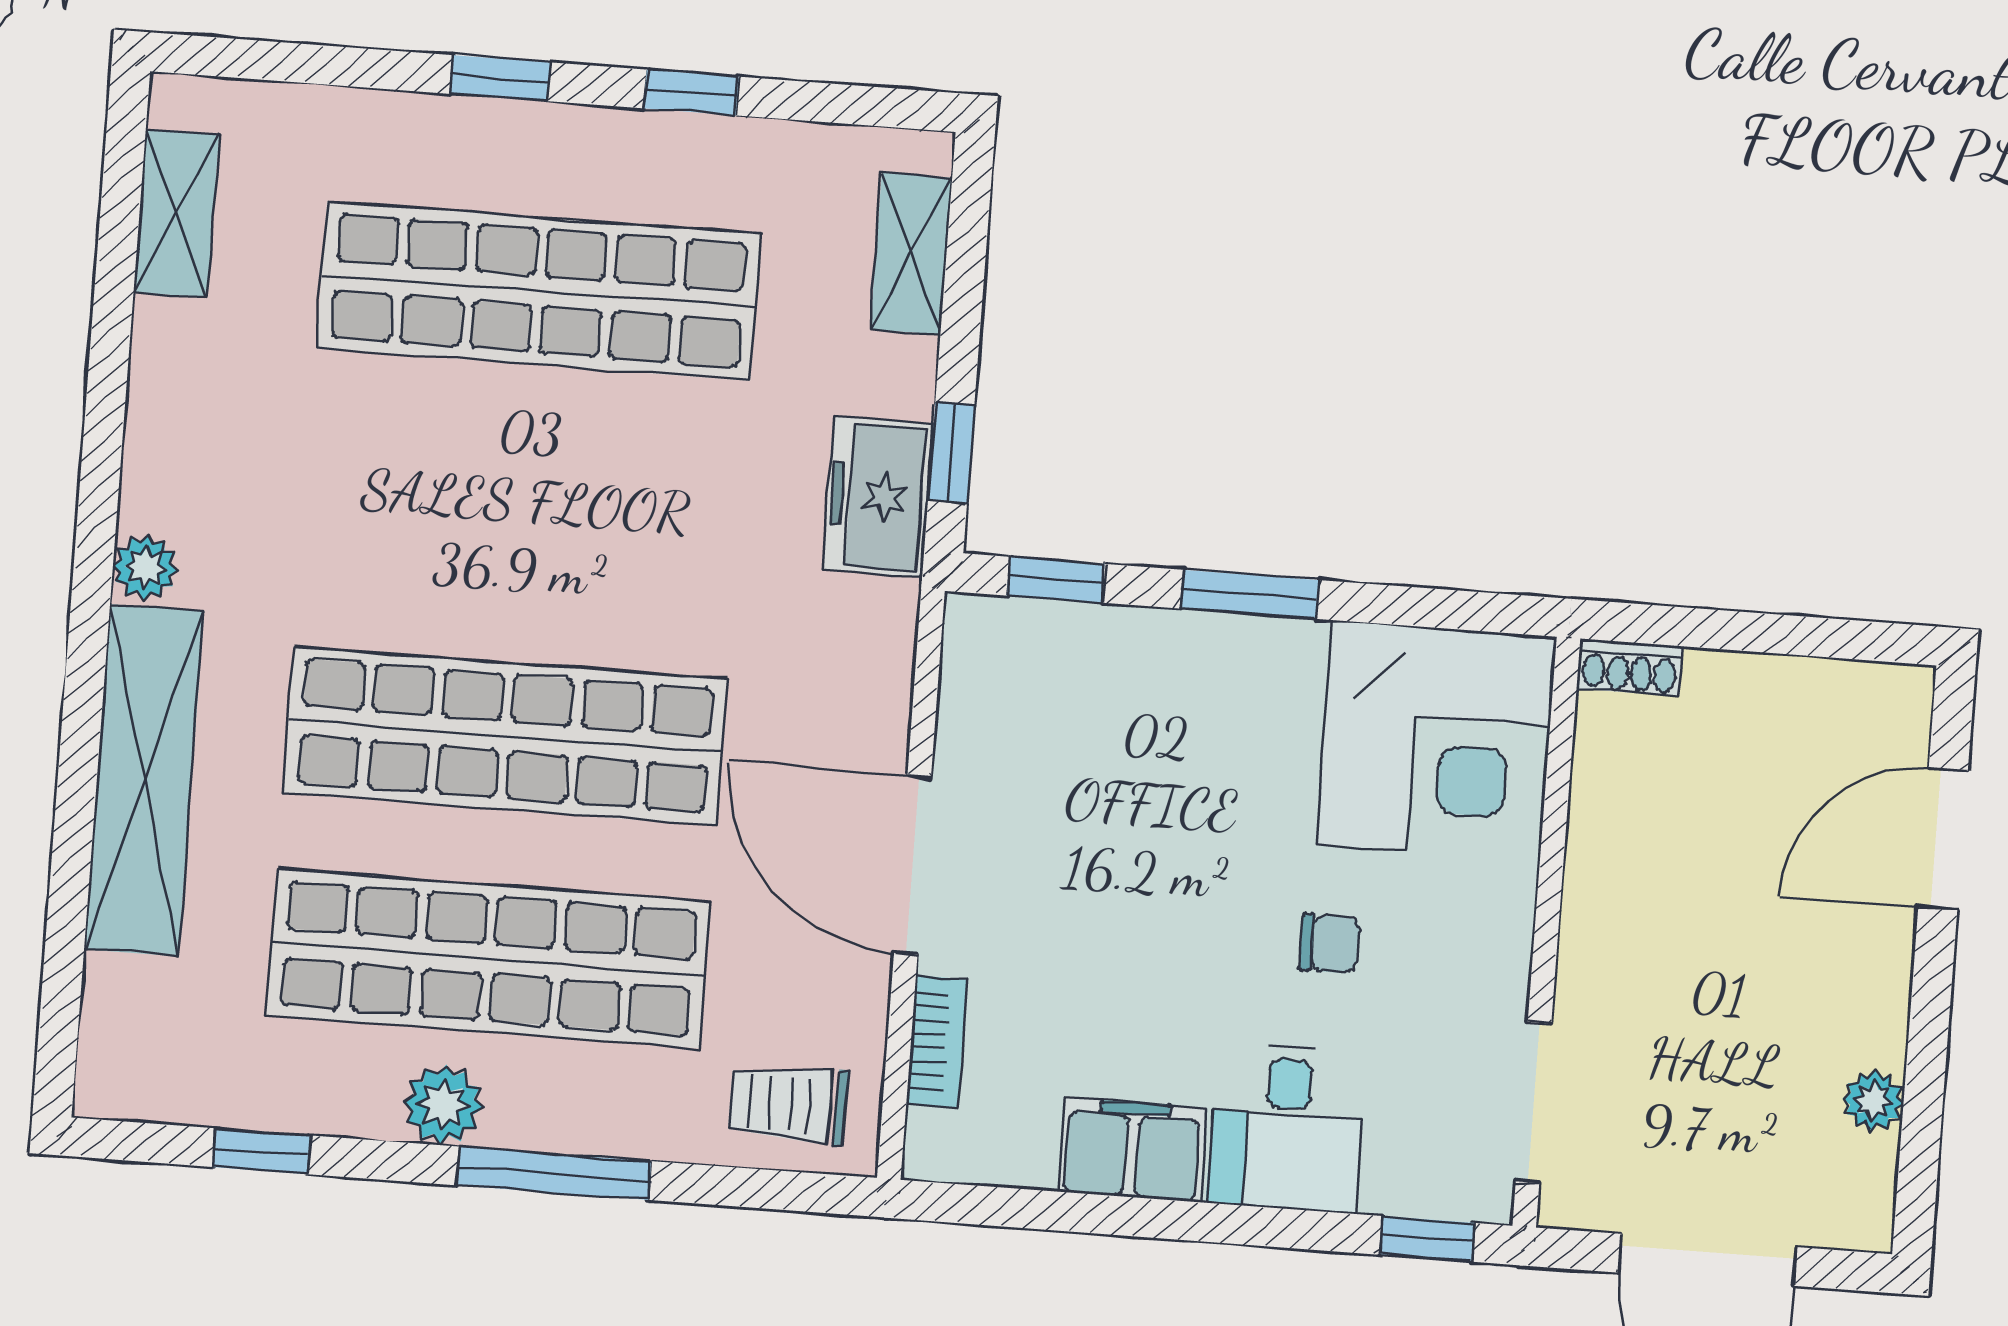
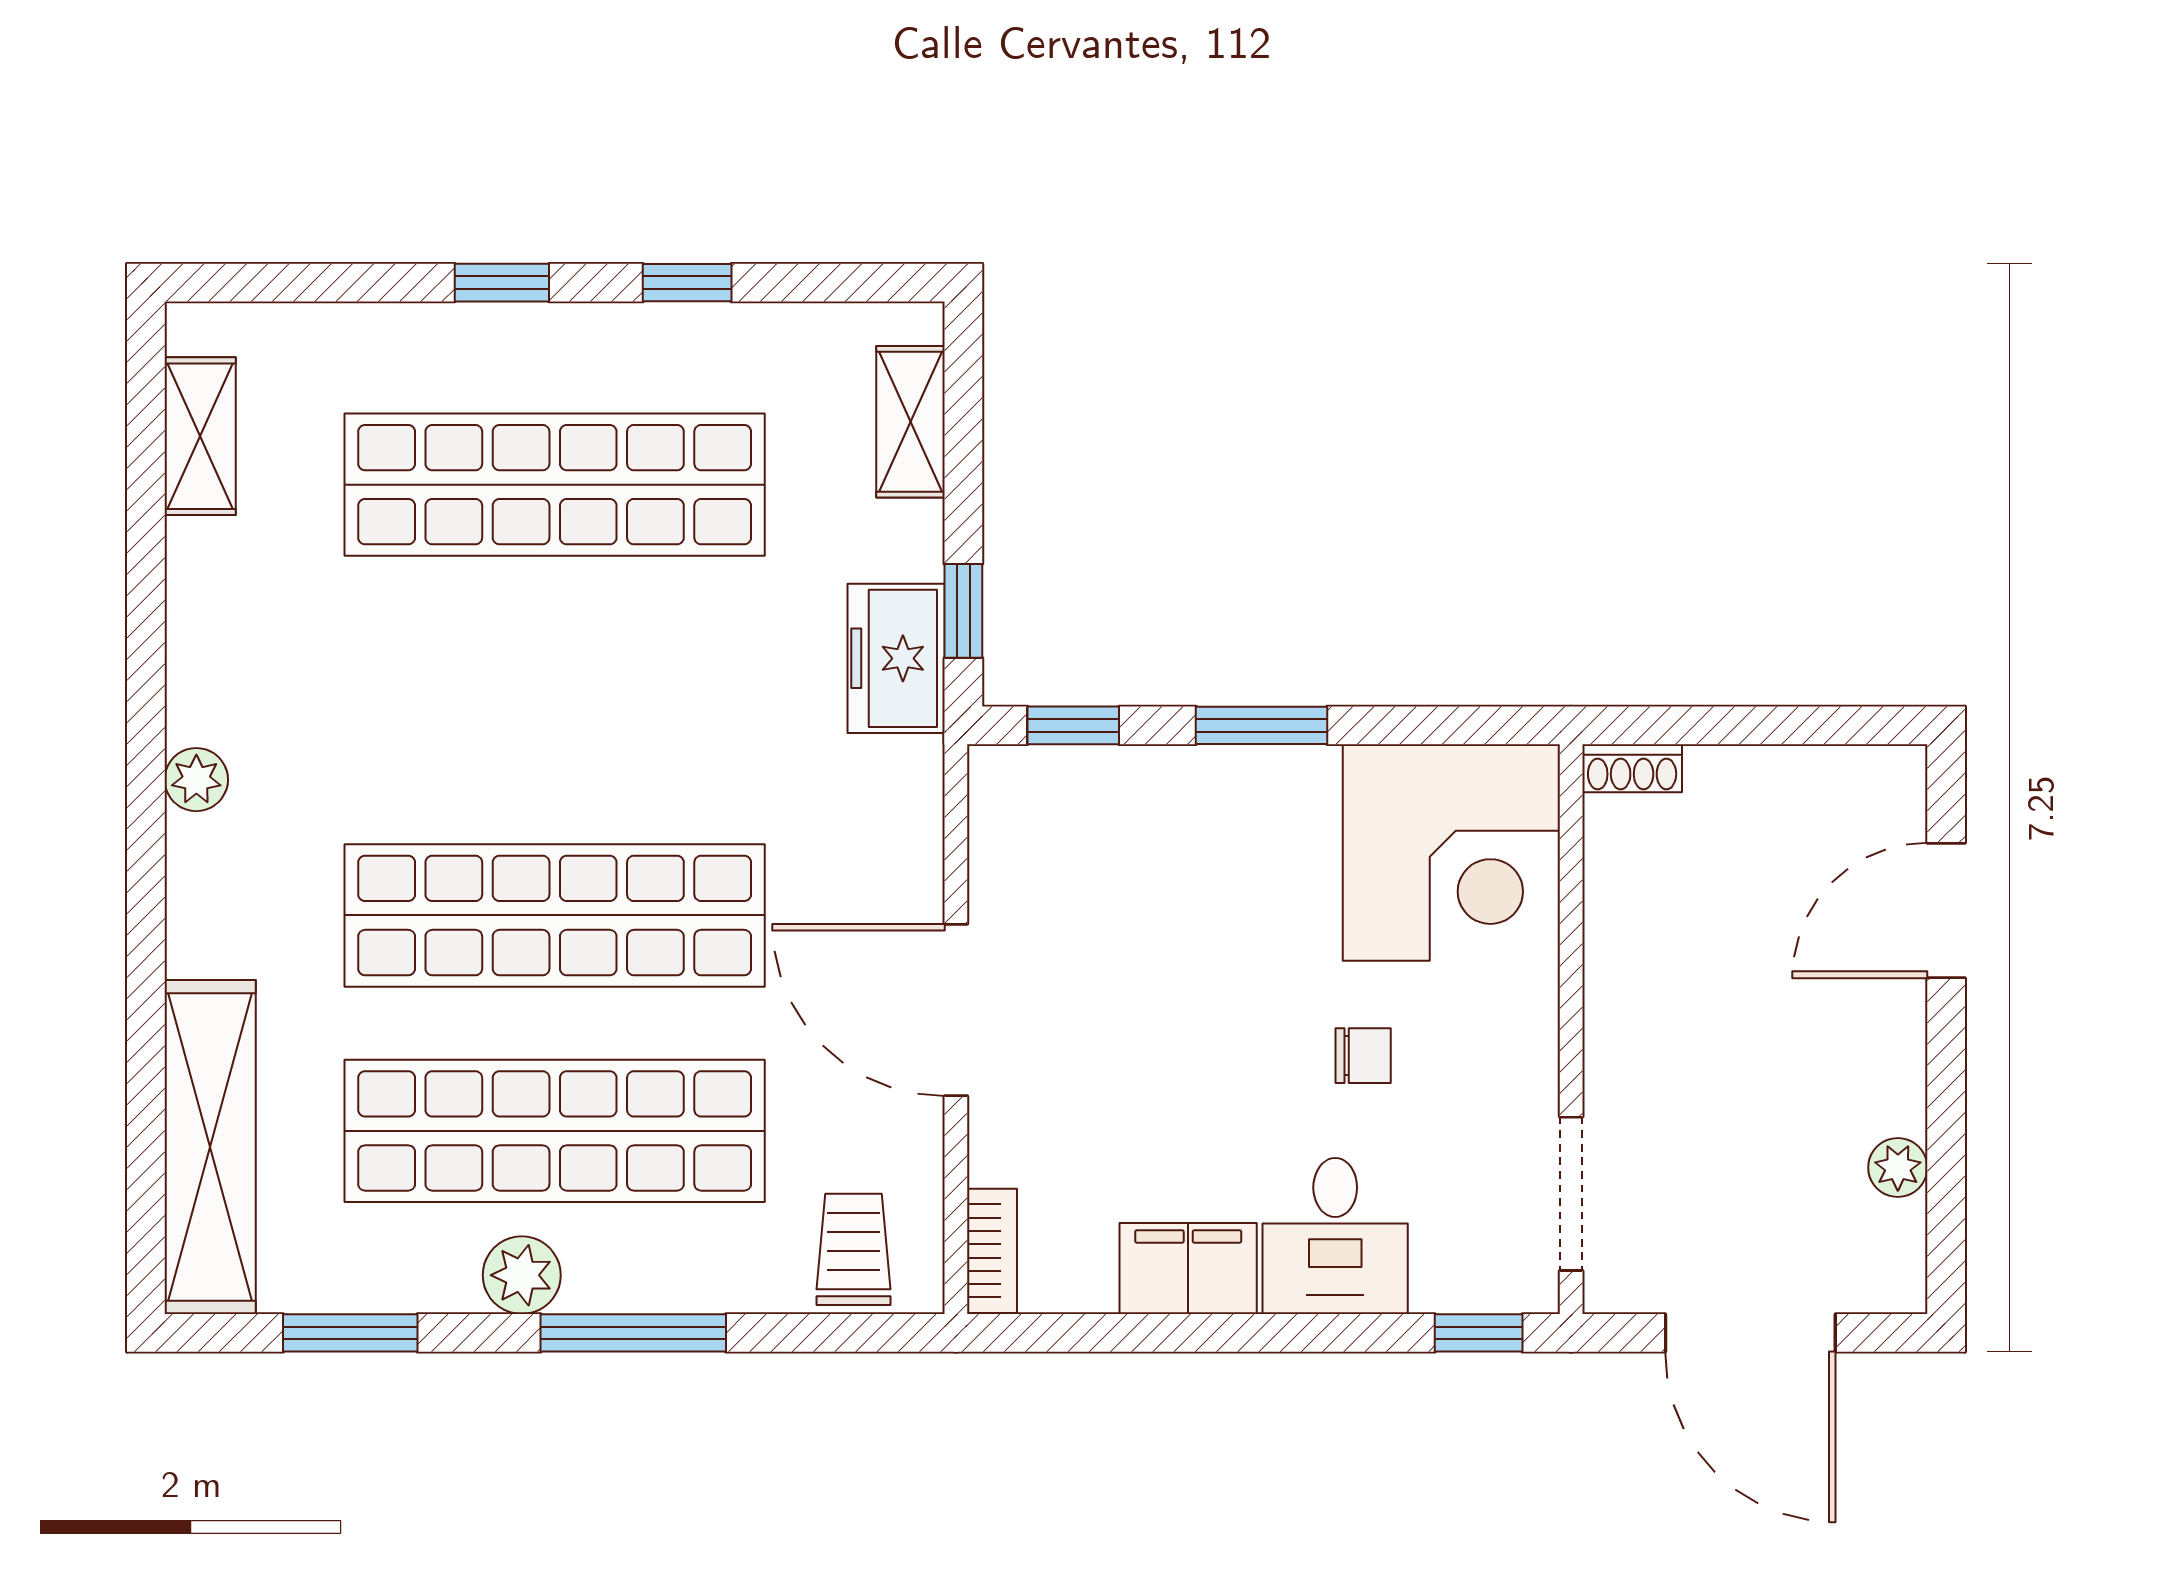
shelving: (144, 780) -> (210, 1147), moved
bookcase: (937, 1042) -> (992, 1251), moved
trolley: (788, 1104) -> (854, 1249), turned 90
window: (262, 1151) -> (350, 1333), width x1.50

